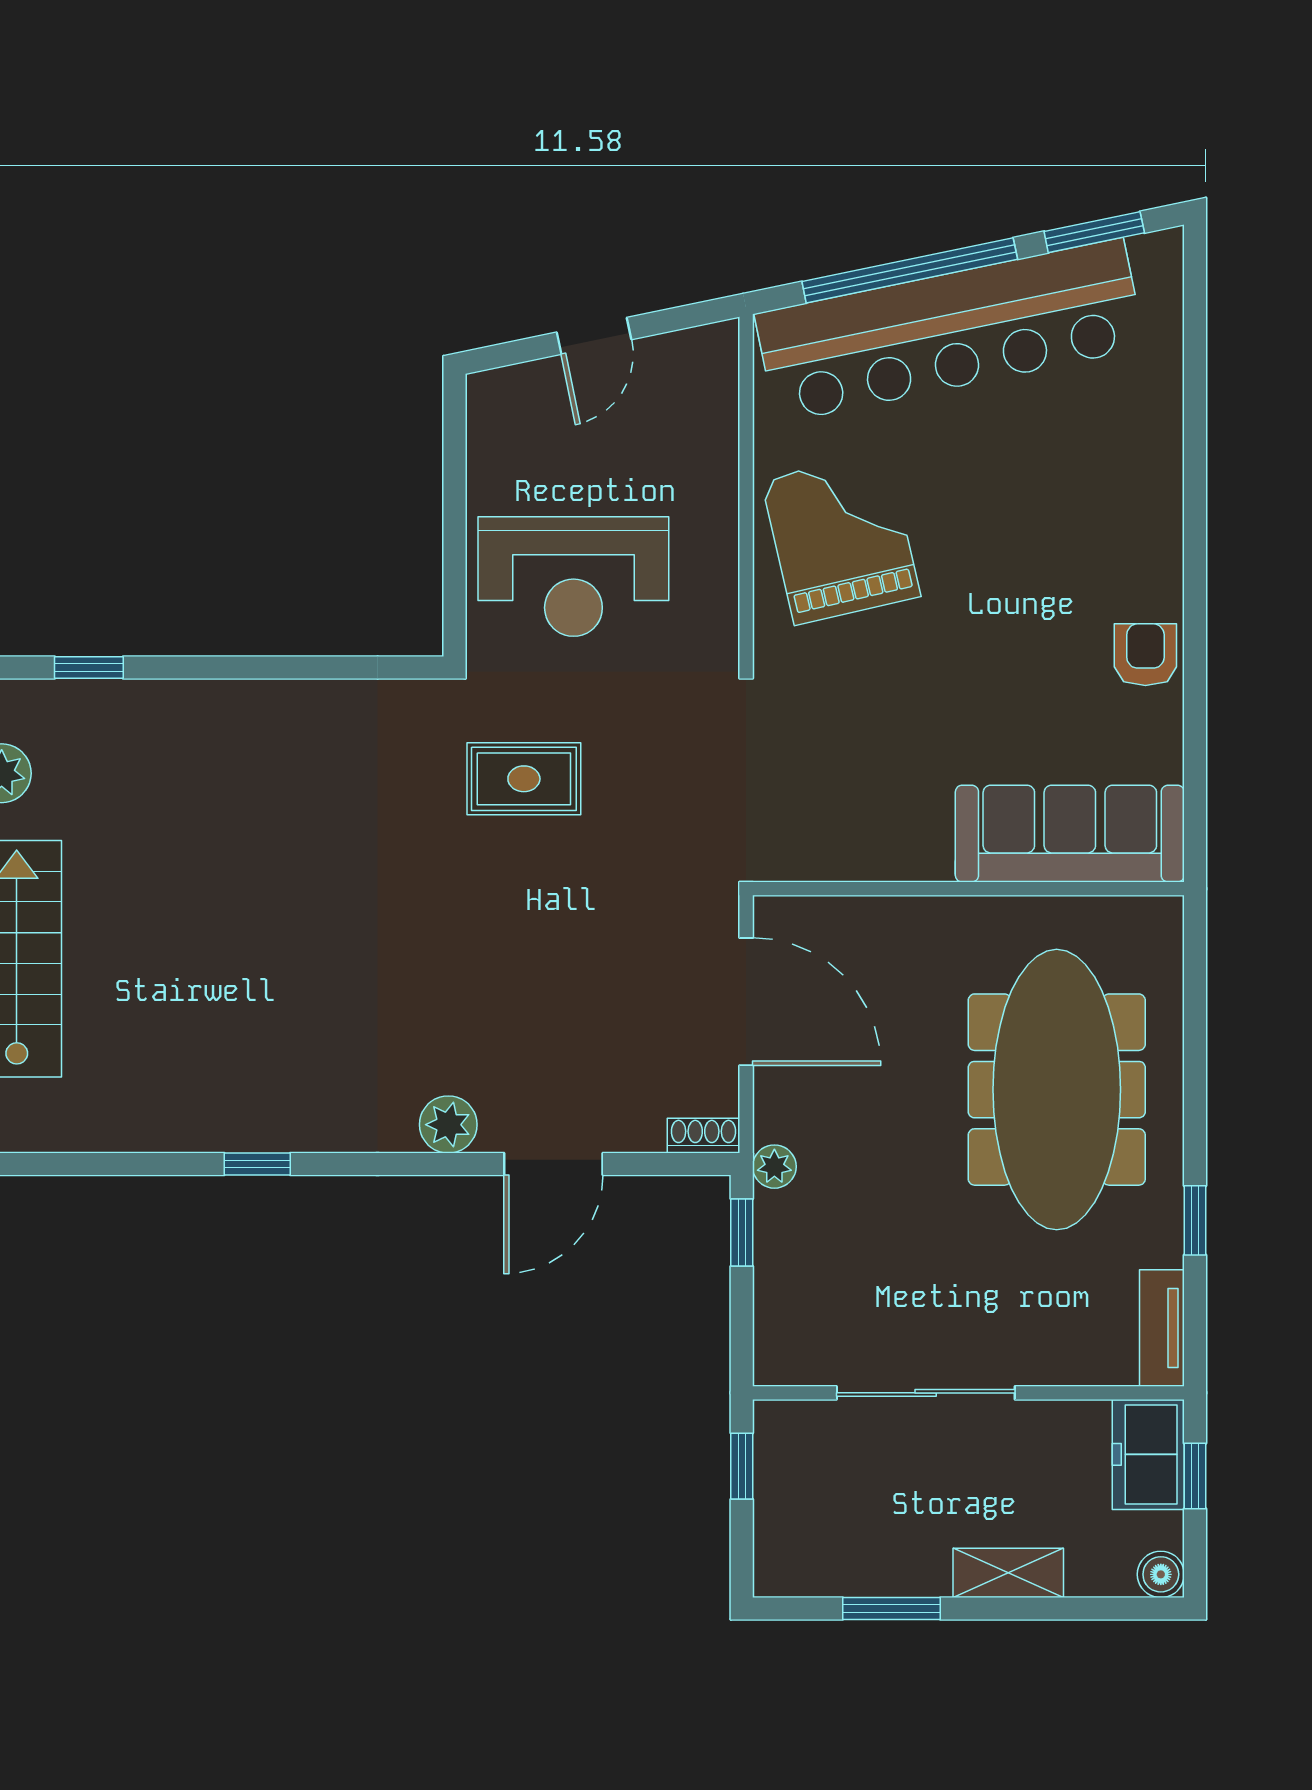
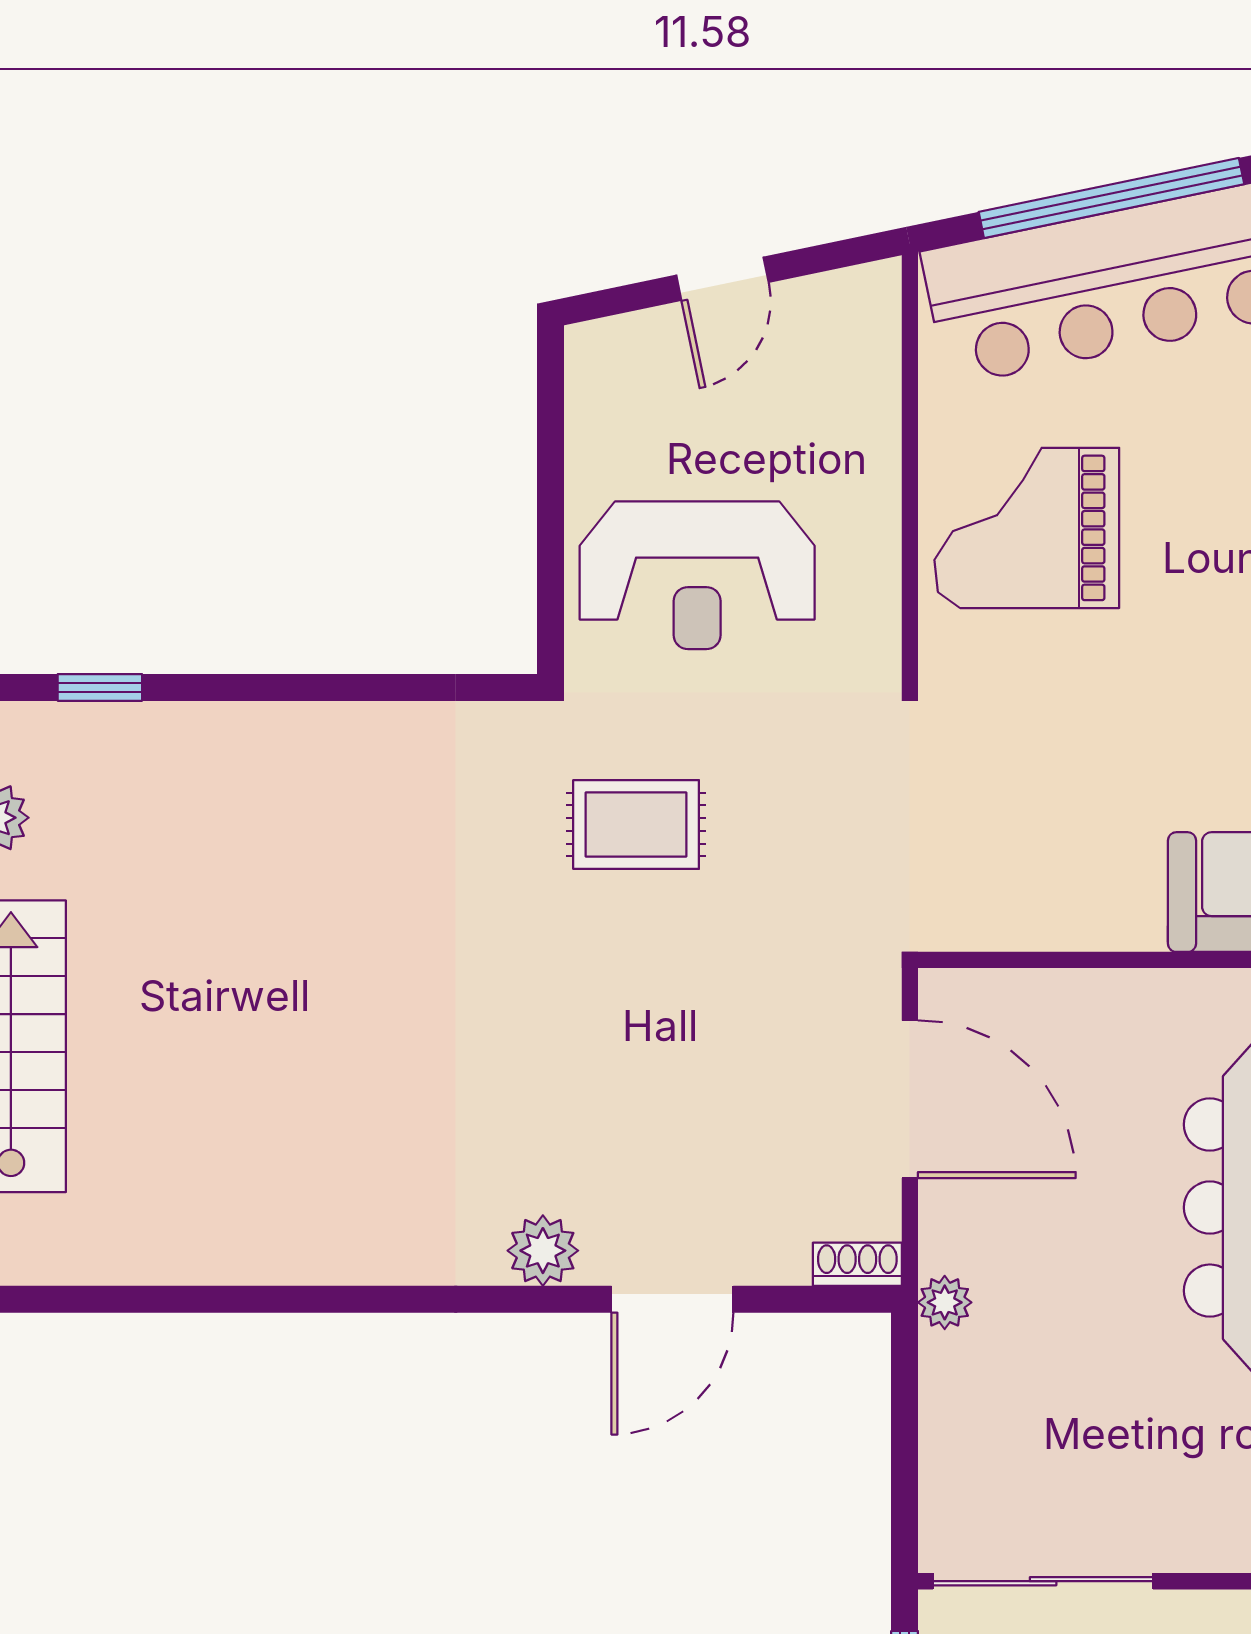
grand piano: (841, 538) -> (1027, 528), turned -77
window: (257, 1164) -> (307, 1299), removed
window: (742, 1232) -> (905, 1384), removed
sliding door: (926, 1393) -> (1043, 1581), moved

